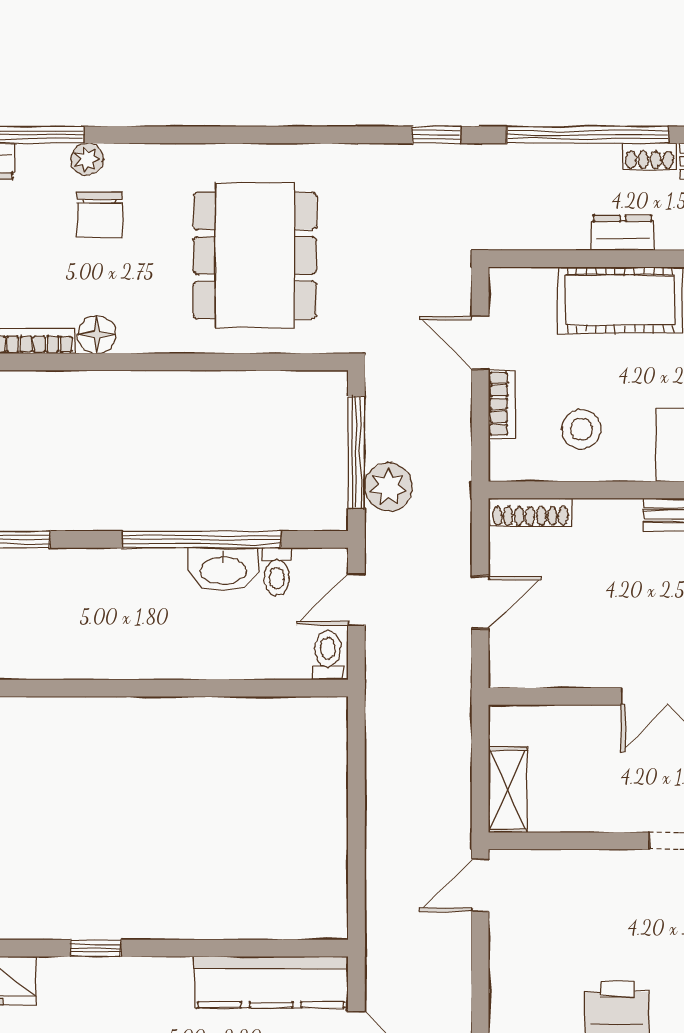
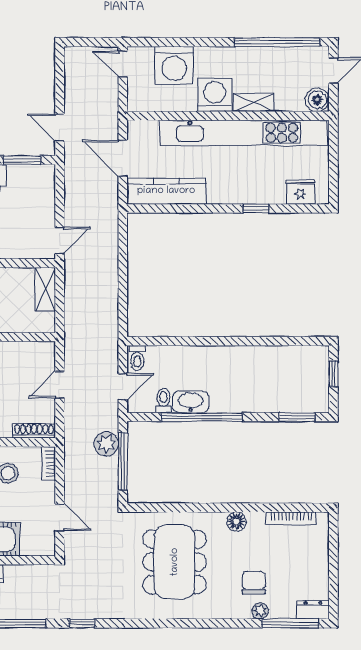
floor lamp: (97, 335) -> (236, 521), moved
bookcase: (502, 404) -> (48, 464), moved

